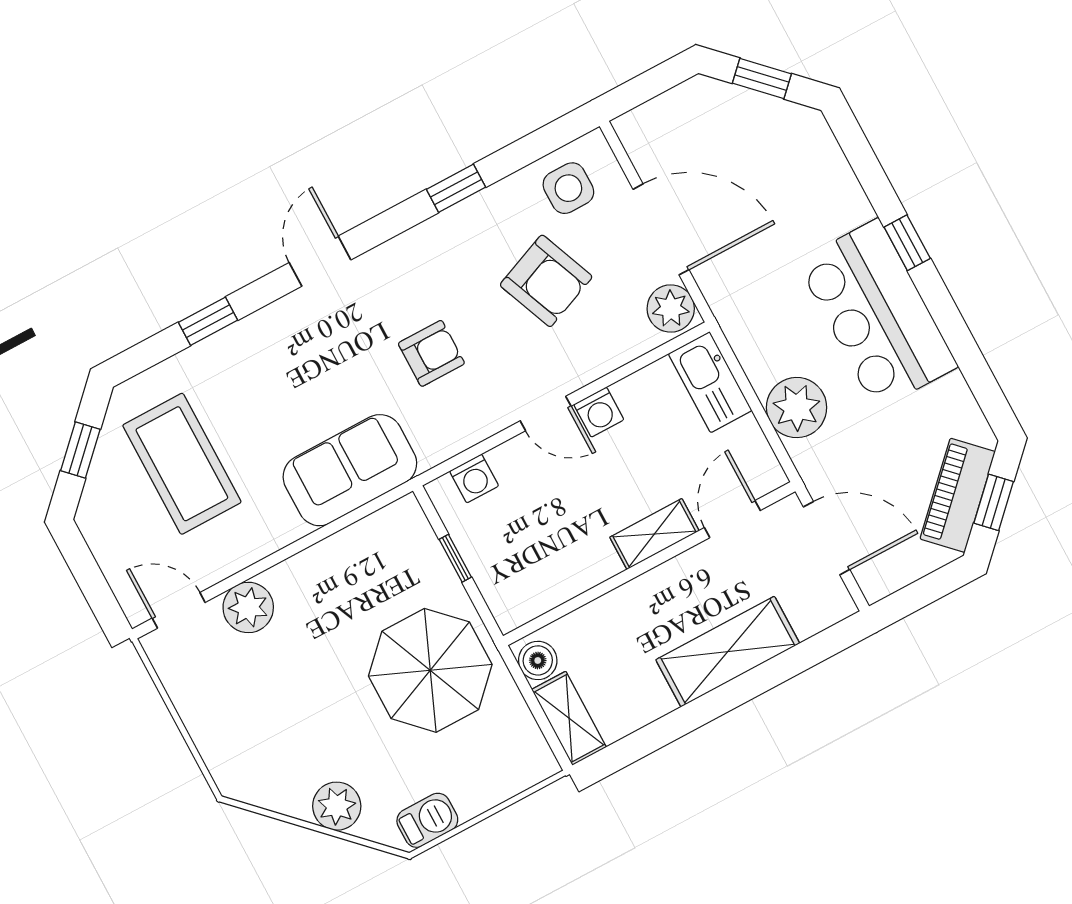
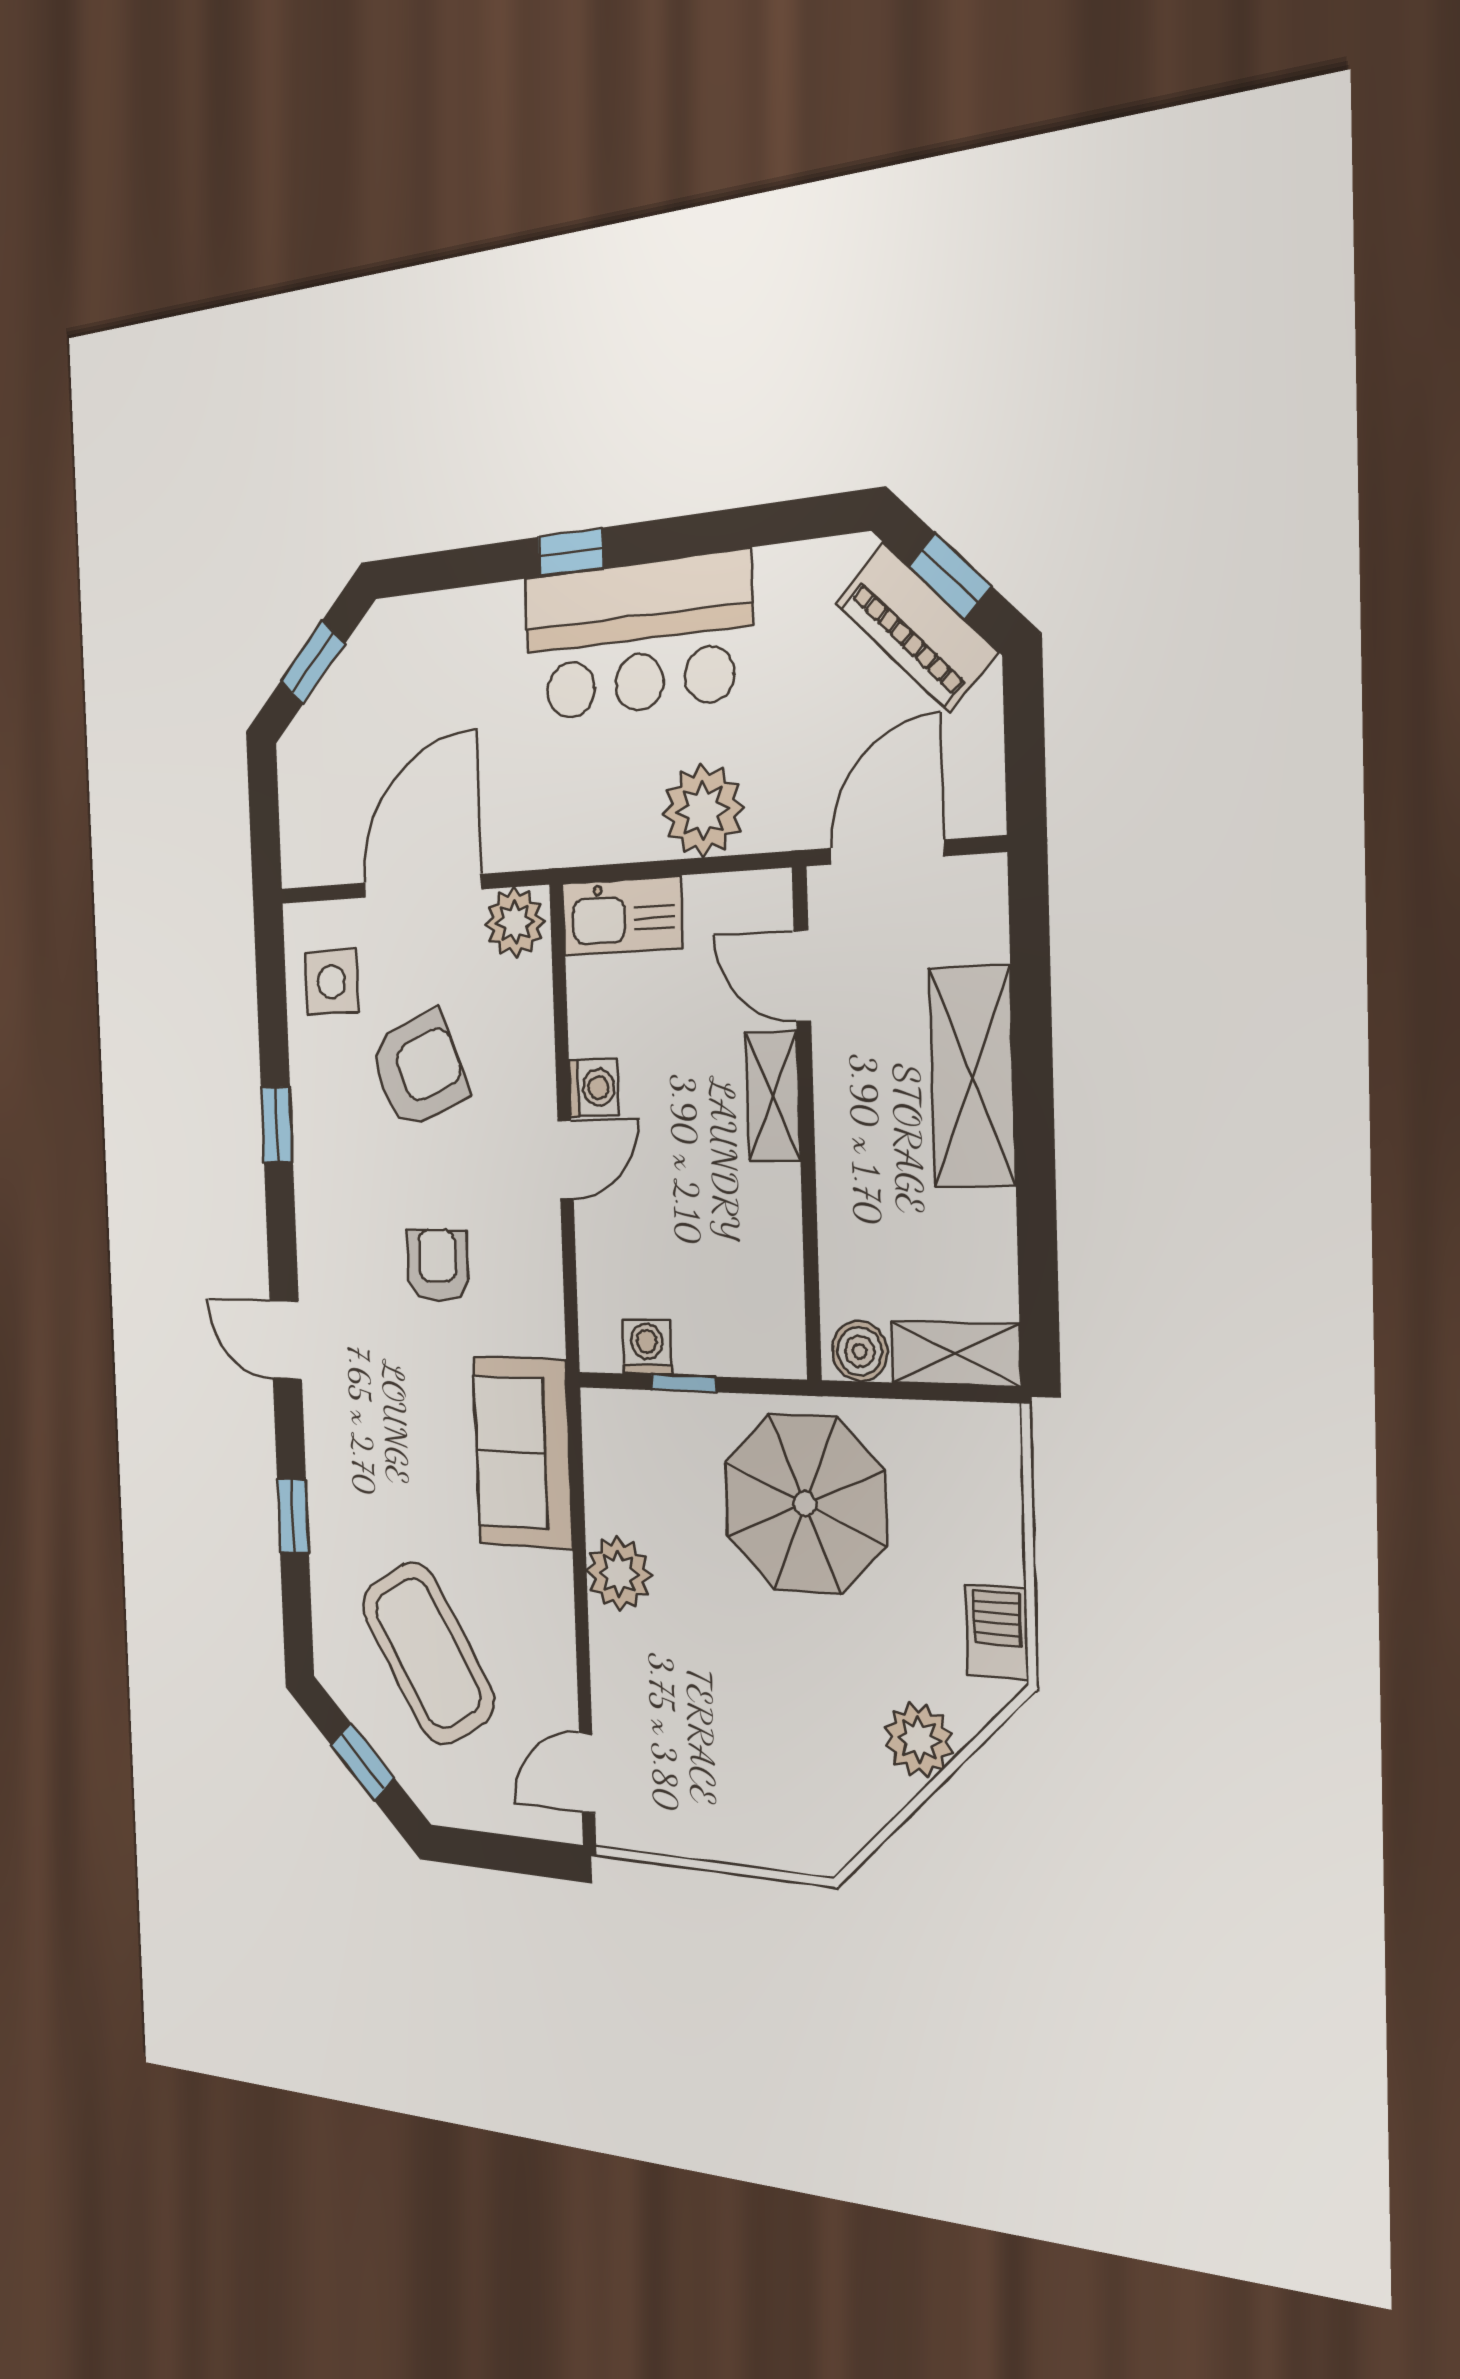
coffee table: (182, 464) -> (428, 1653), turned 59
washing machine: (474, 479) -> (647, 1347), moved, turned -90
plant: (248, 607) -> (619, 1574), moved

